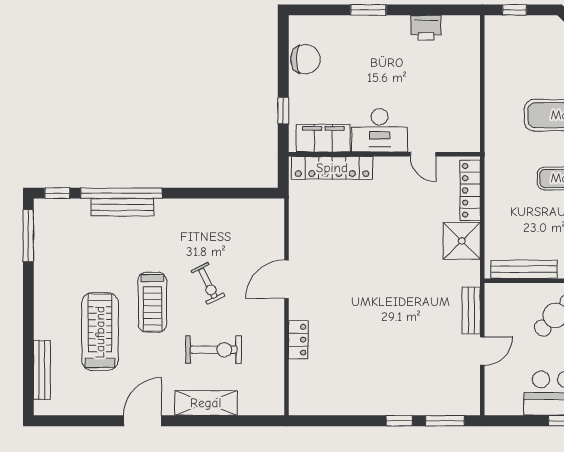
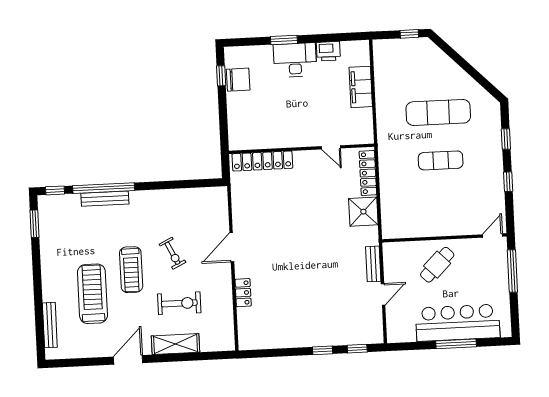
window: (514, 10) -> (409, 34), moved
window: (283, 111) -> (221, 76), moved
desk: (380, 130) -> (295, 60), moved, turned 180
filing cabinet: (323, 138) -> (361, 87), moved, turned -90
window: (28, 236) -> (35, 224), width x0.69
bench: (524, 269) -> (412, 231), removed
window: (445, 421) -> (357, 349), width x0.67

